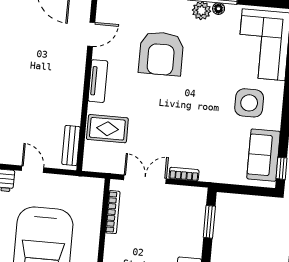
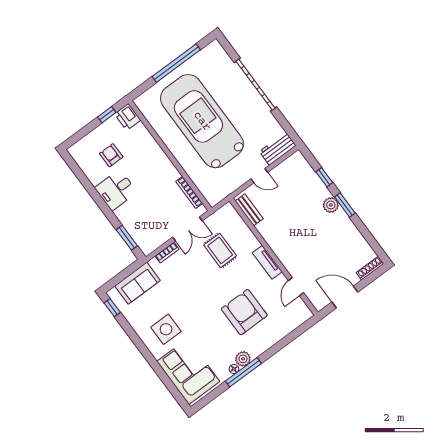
rug: (107, 129) -> (220, 250), moved, turned 90
sofa: (263, 155) -> (138, 283), moved, turned 90

